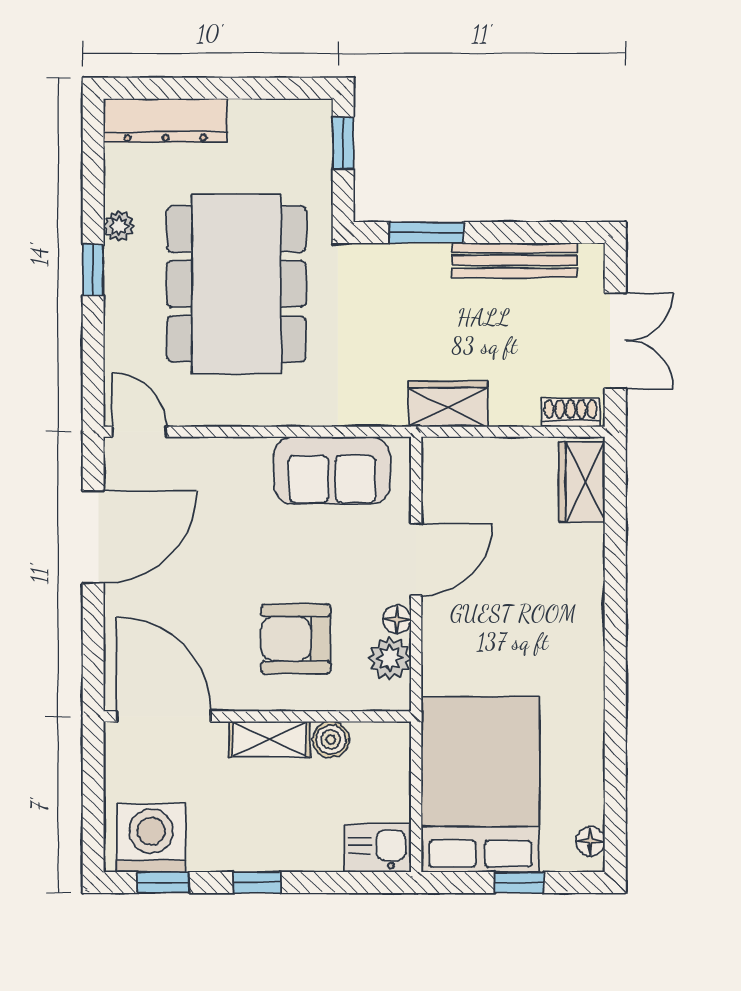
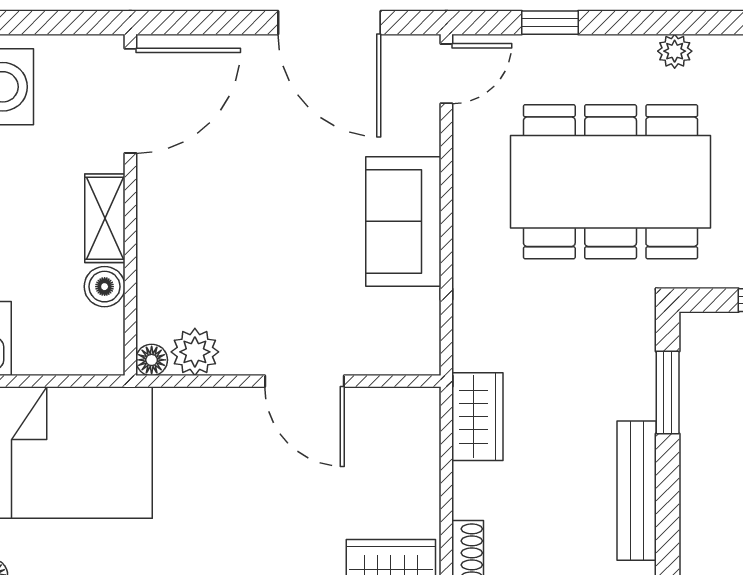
window: (93, 270) -> (550, 23), moved
sofa: (332, 470) -> (403, 221), moved
floor lamp: (397, 619) -> (152, 360), moved
armchair: (296, 639) -> (216, 248), removed

